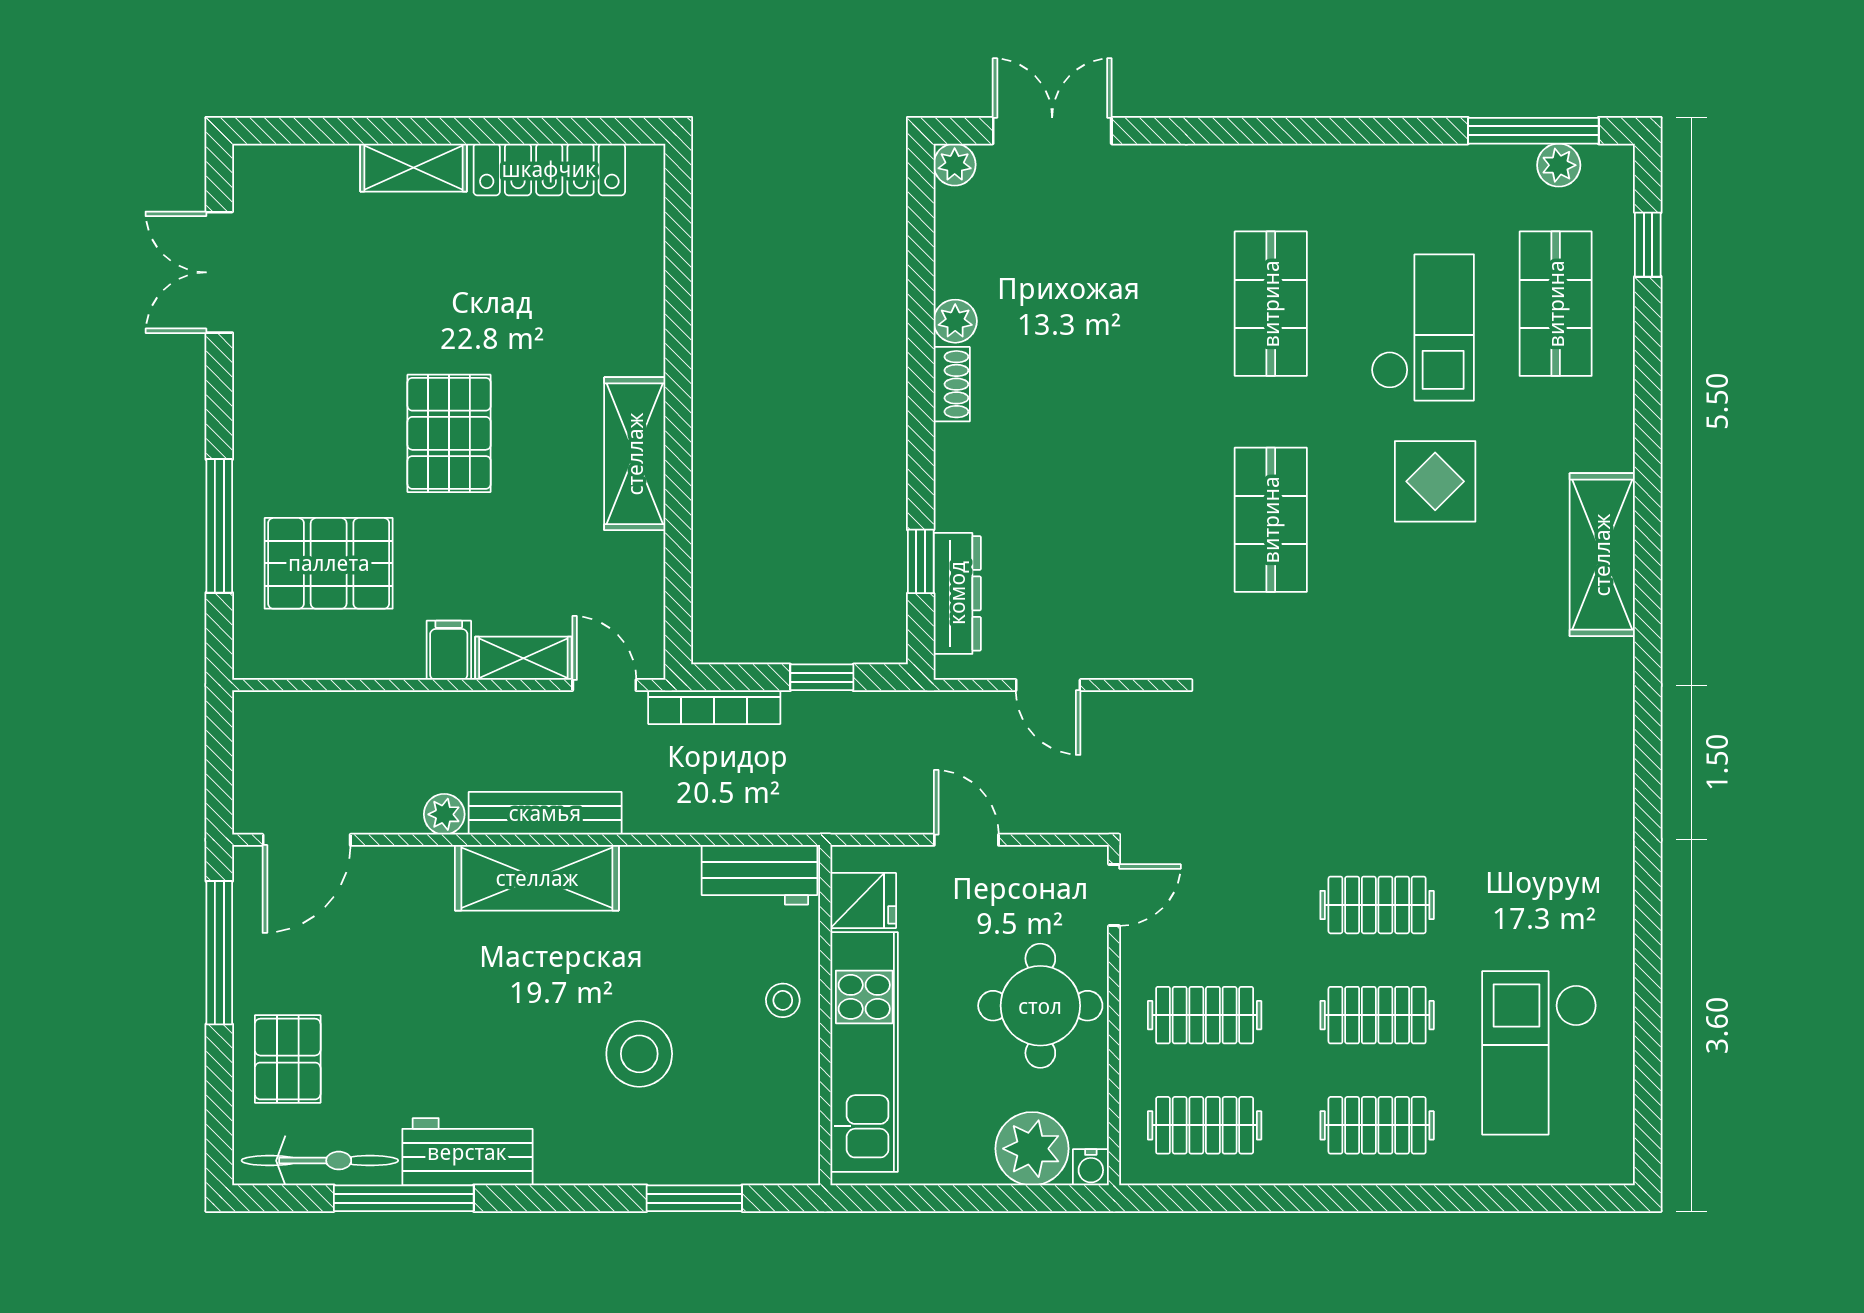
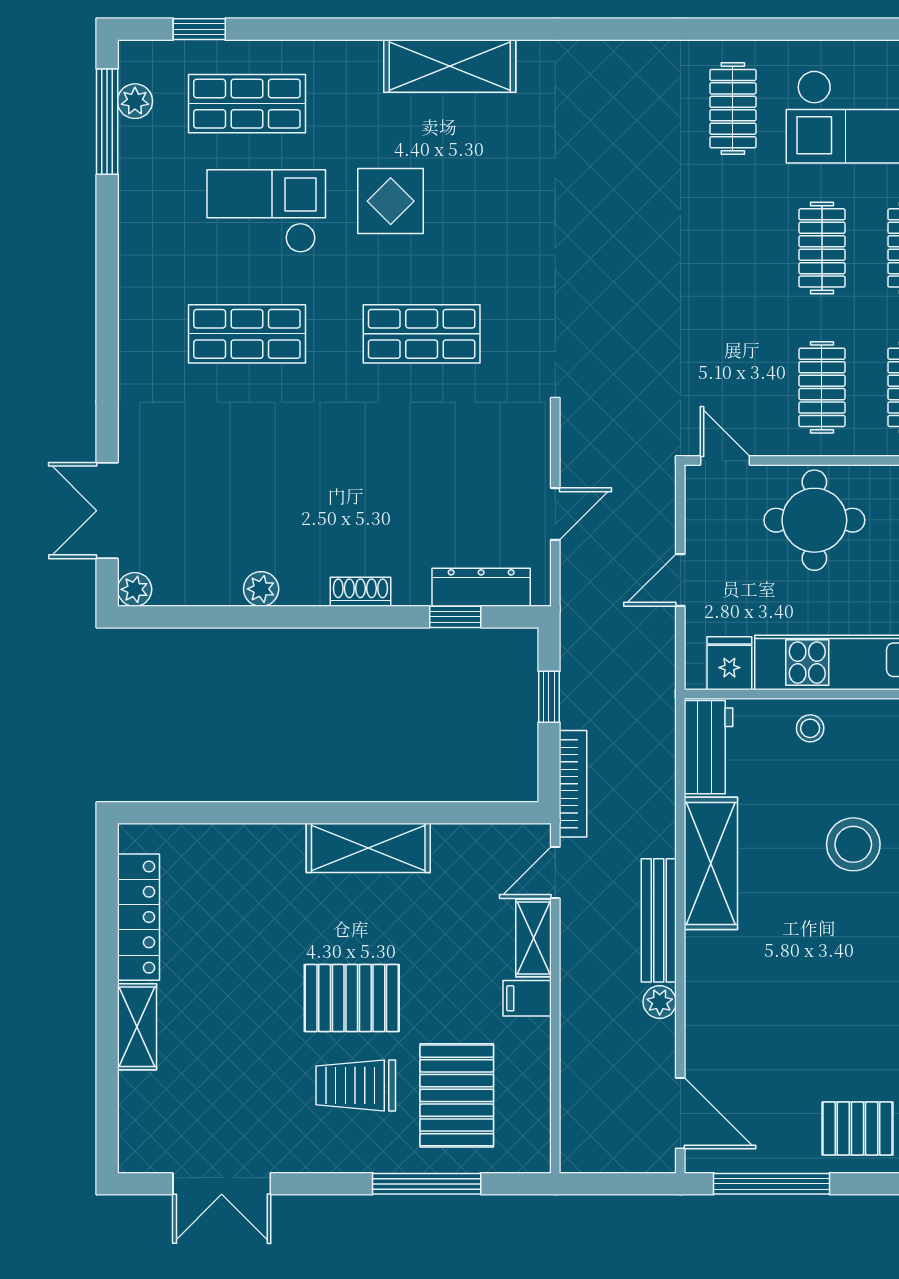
shoe rack: (952, 384) -> (360, 592), moved
trolley: (341, 438) -> (356, 1085), added
shelving: (537, 878) -> (711, 863), moved
clothes rail: (1377, 905) -> (733, 109), moved

